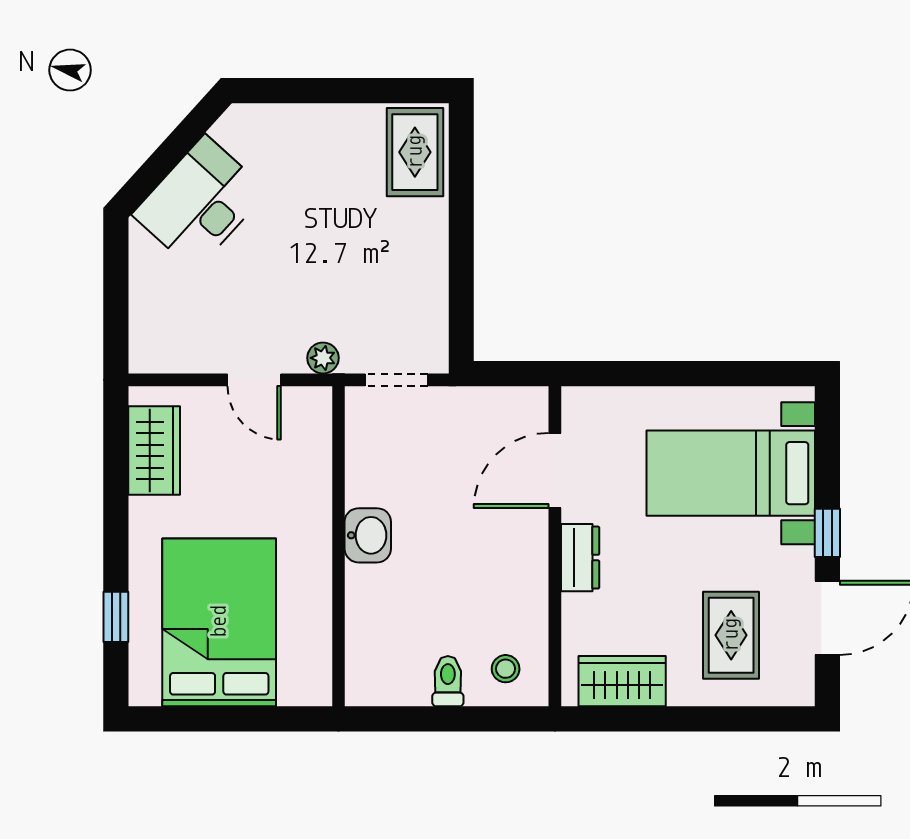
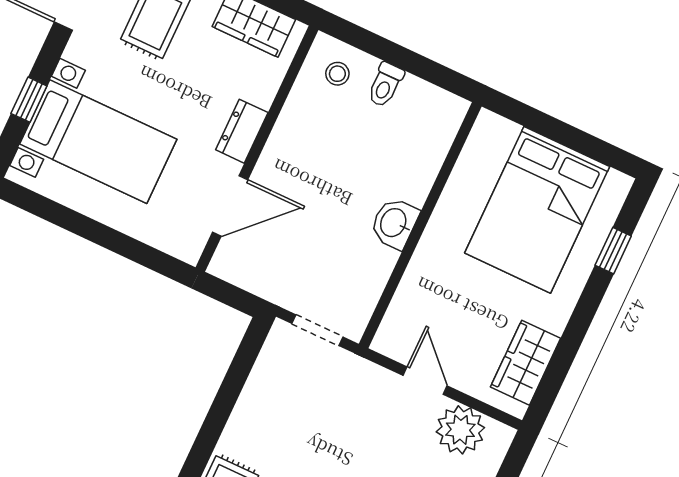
plant: (323, 358) -> (460, 430), moved, width x1.87, depth x1.87
window: (827, 533) -> (29, 100), moved

